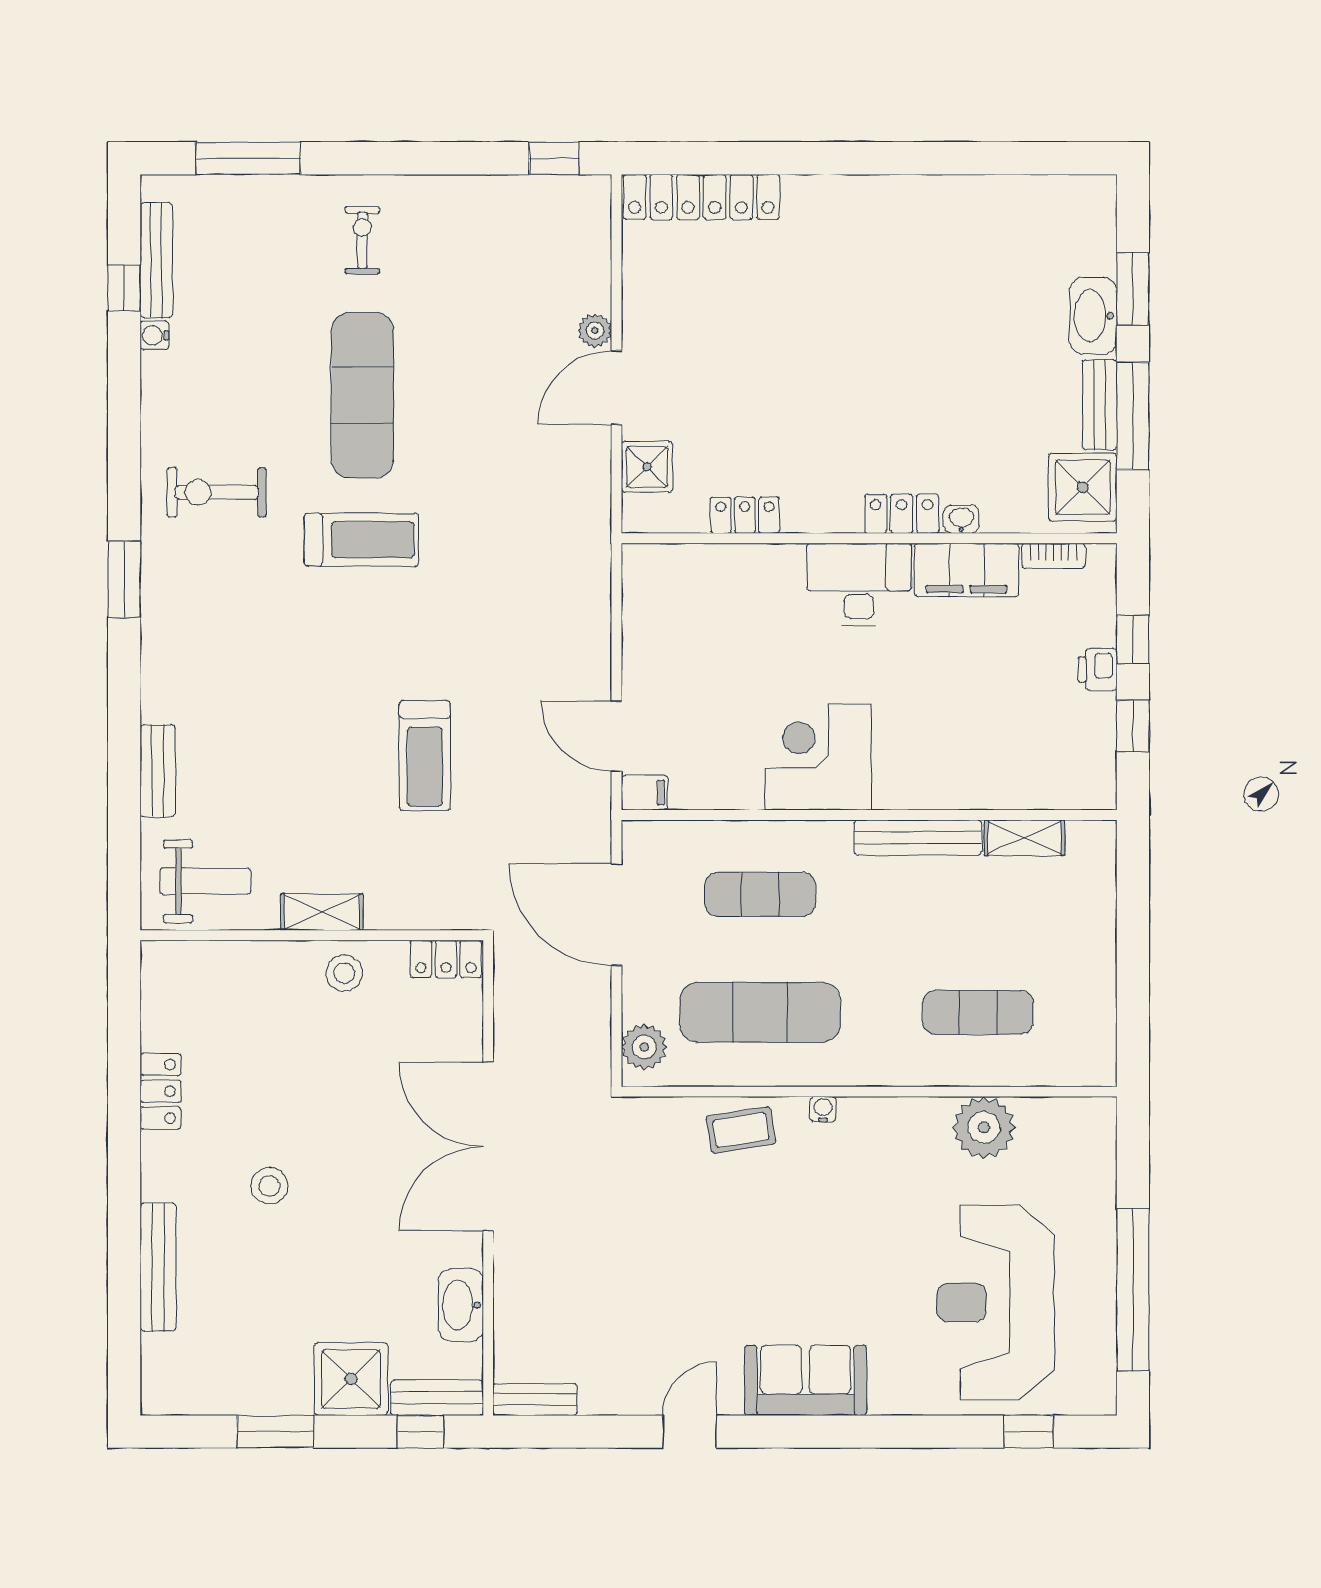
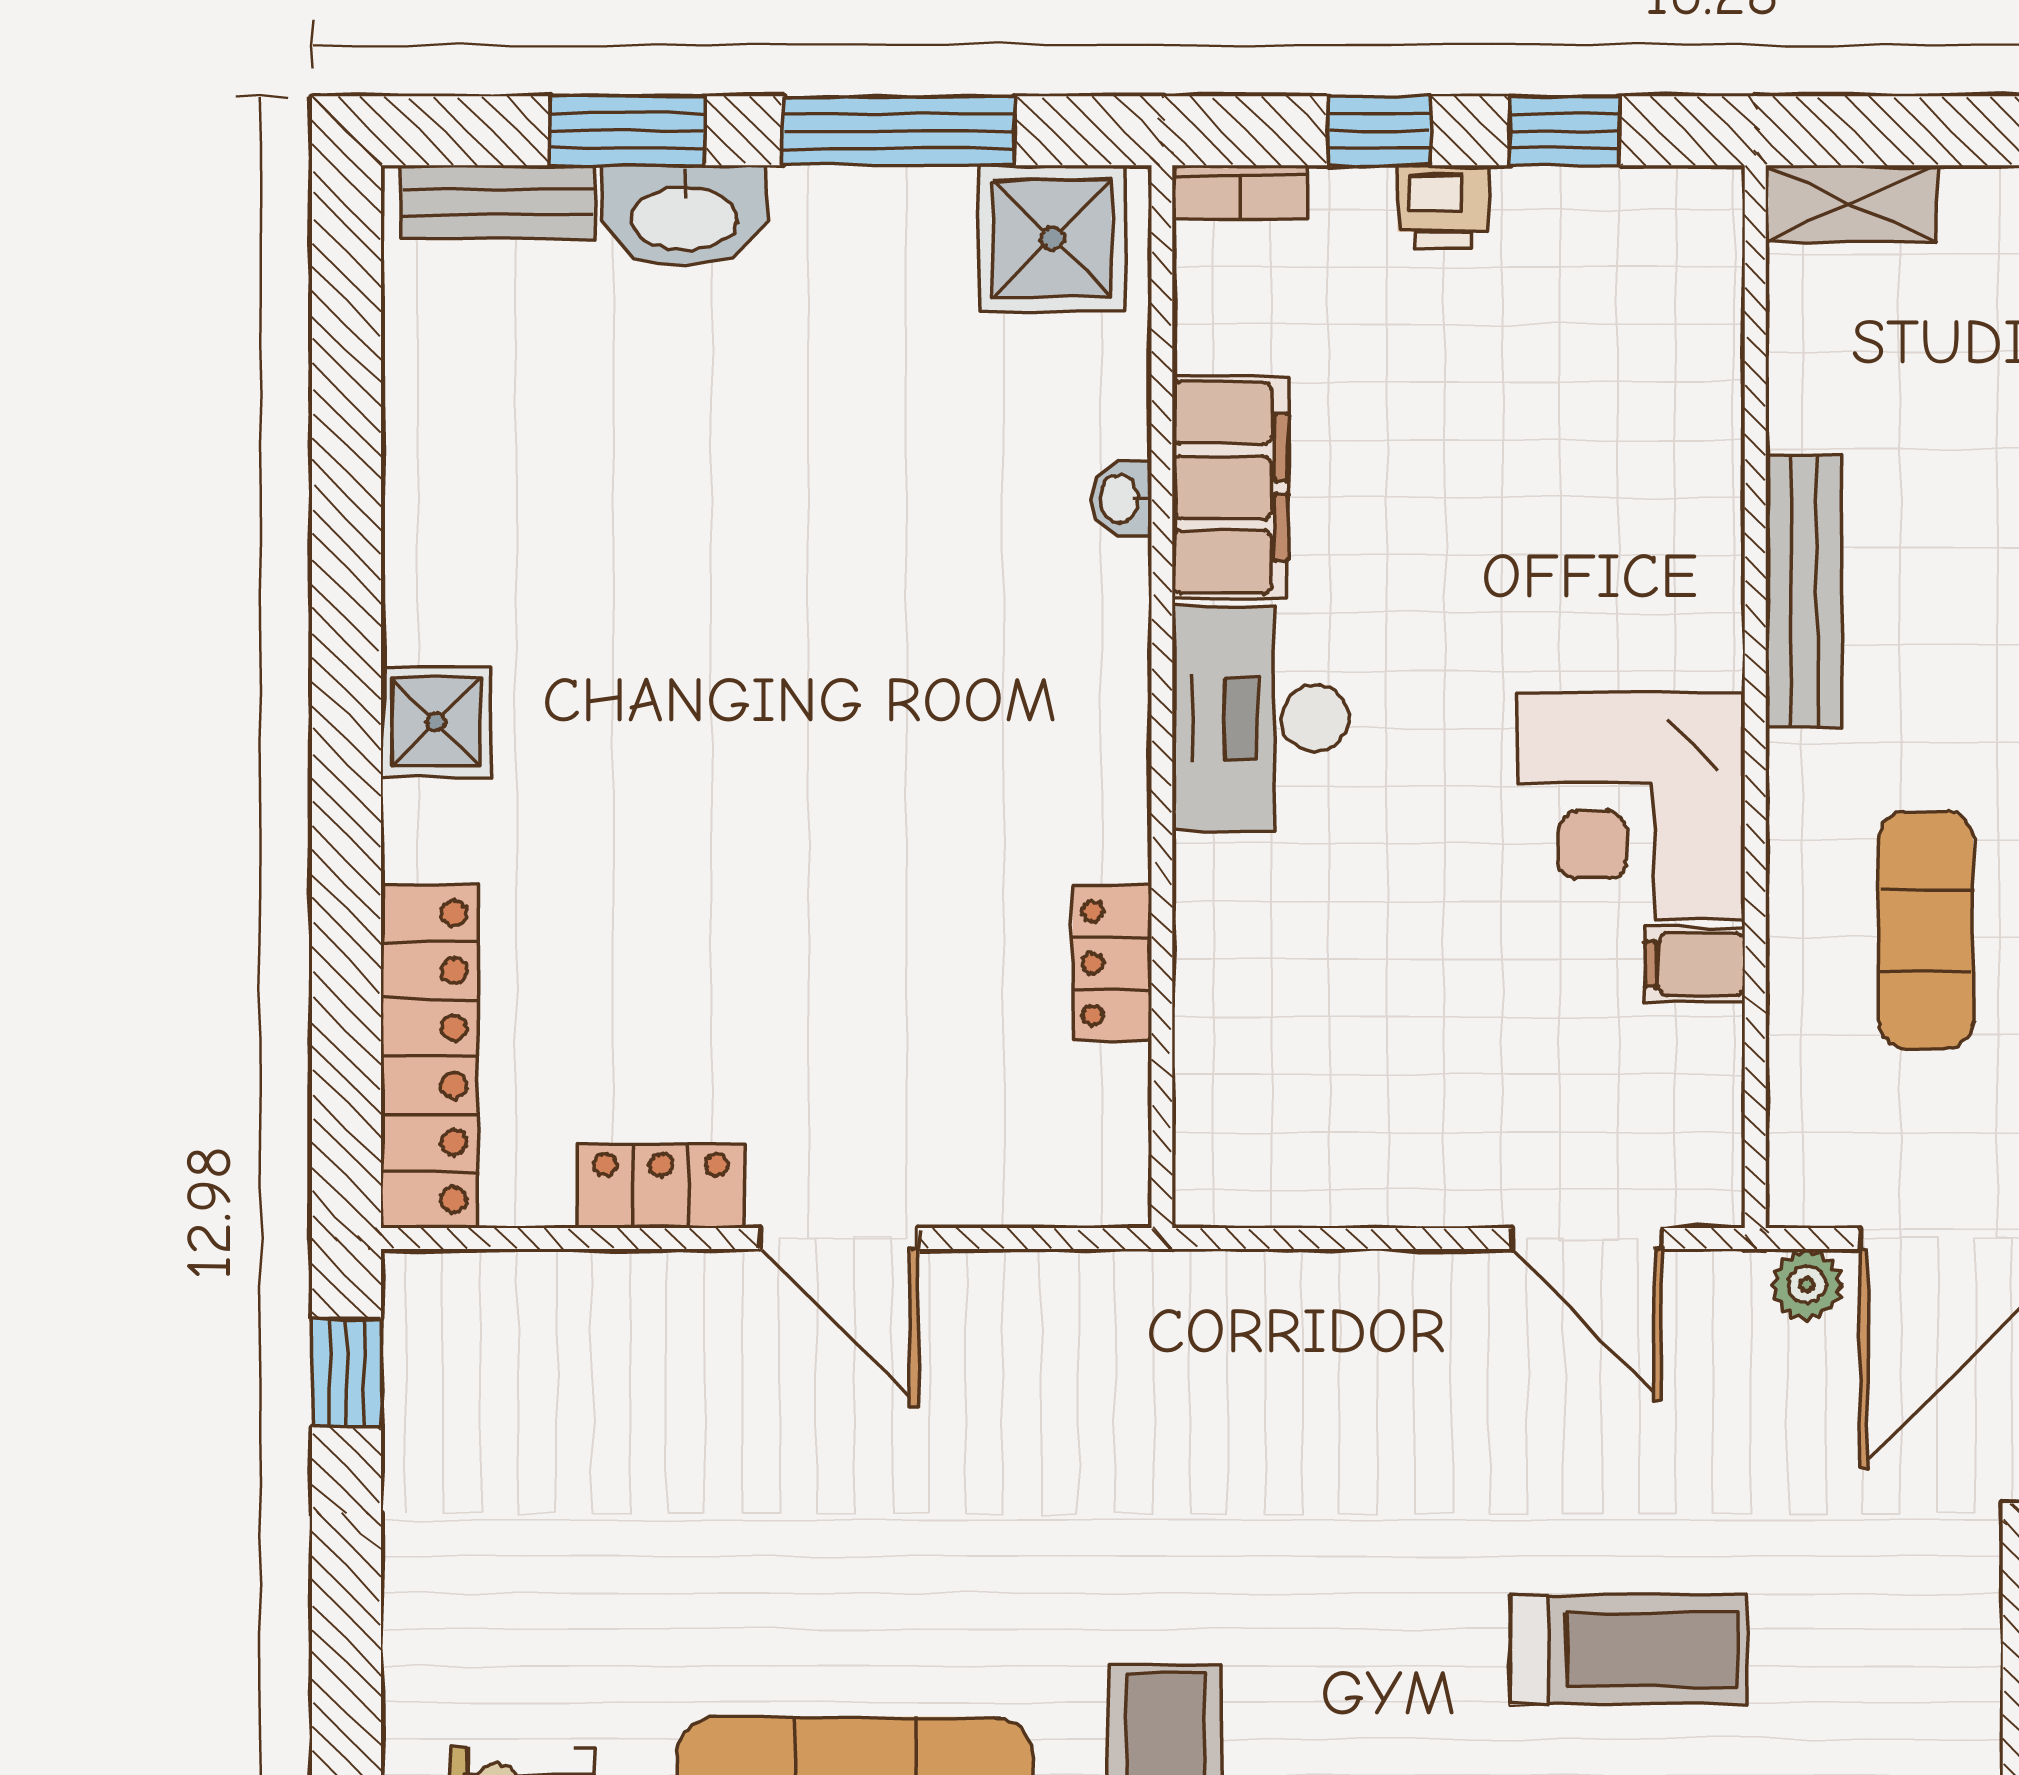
plant: (595, 331) -> (1807, 1285), moved
bench: (1100, 405) -> (498, 202), moved
shower: (647, 467) -> (436, 722), moved
locker: (902, 514) -> (661, 1186), moved, turned 90
bookcase: (1053, 556) -> (1240, 192), moved, turned 90
door: (616, 736) -> (1587, 1239), hinge flipped
filing cabinet: (645, 793) -> (1695, 965), moved, turned -90
shelving: (1025, 838) -> (1851, 204), moved, turned 90

